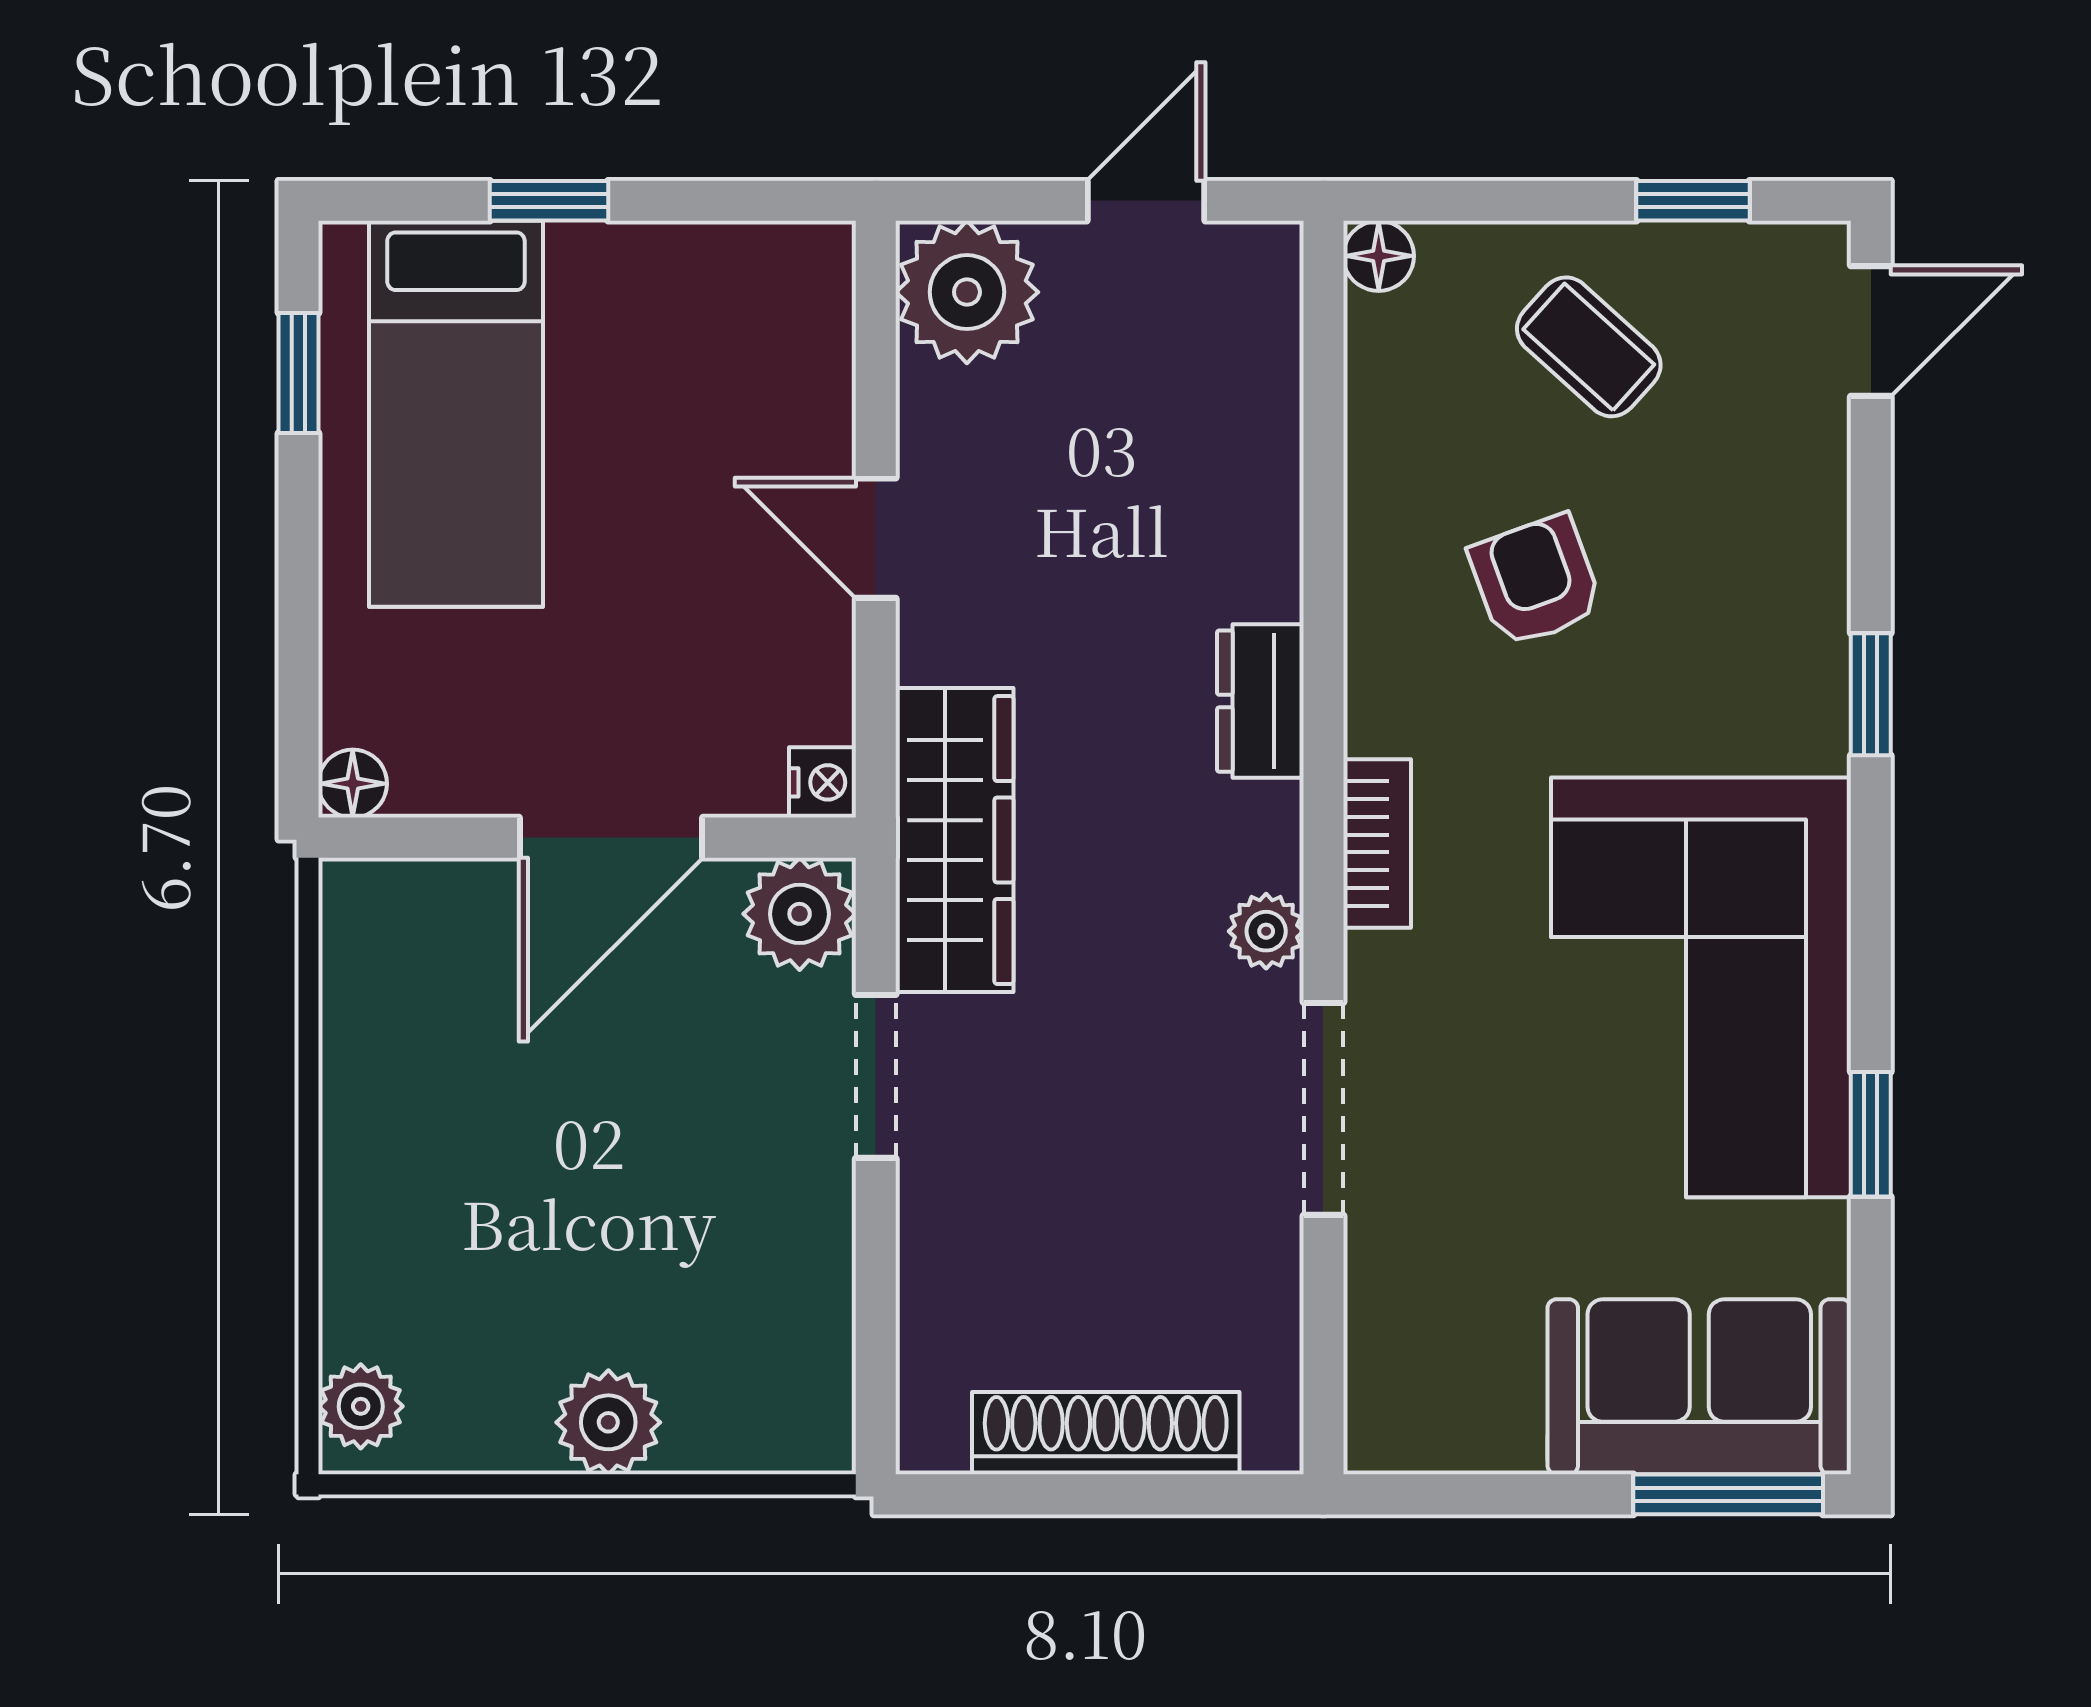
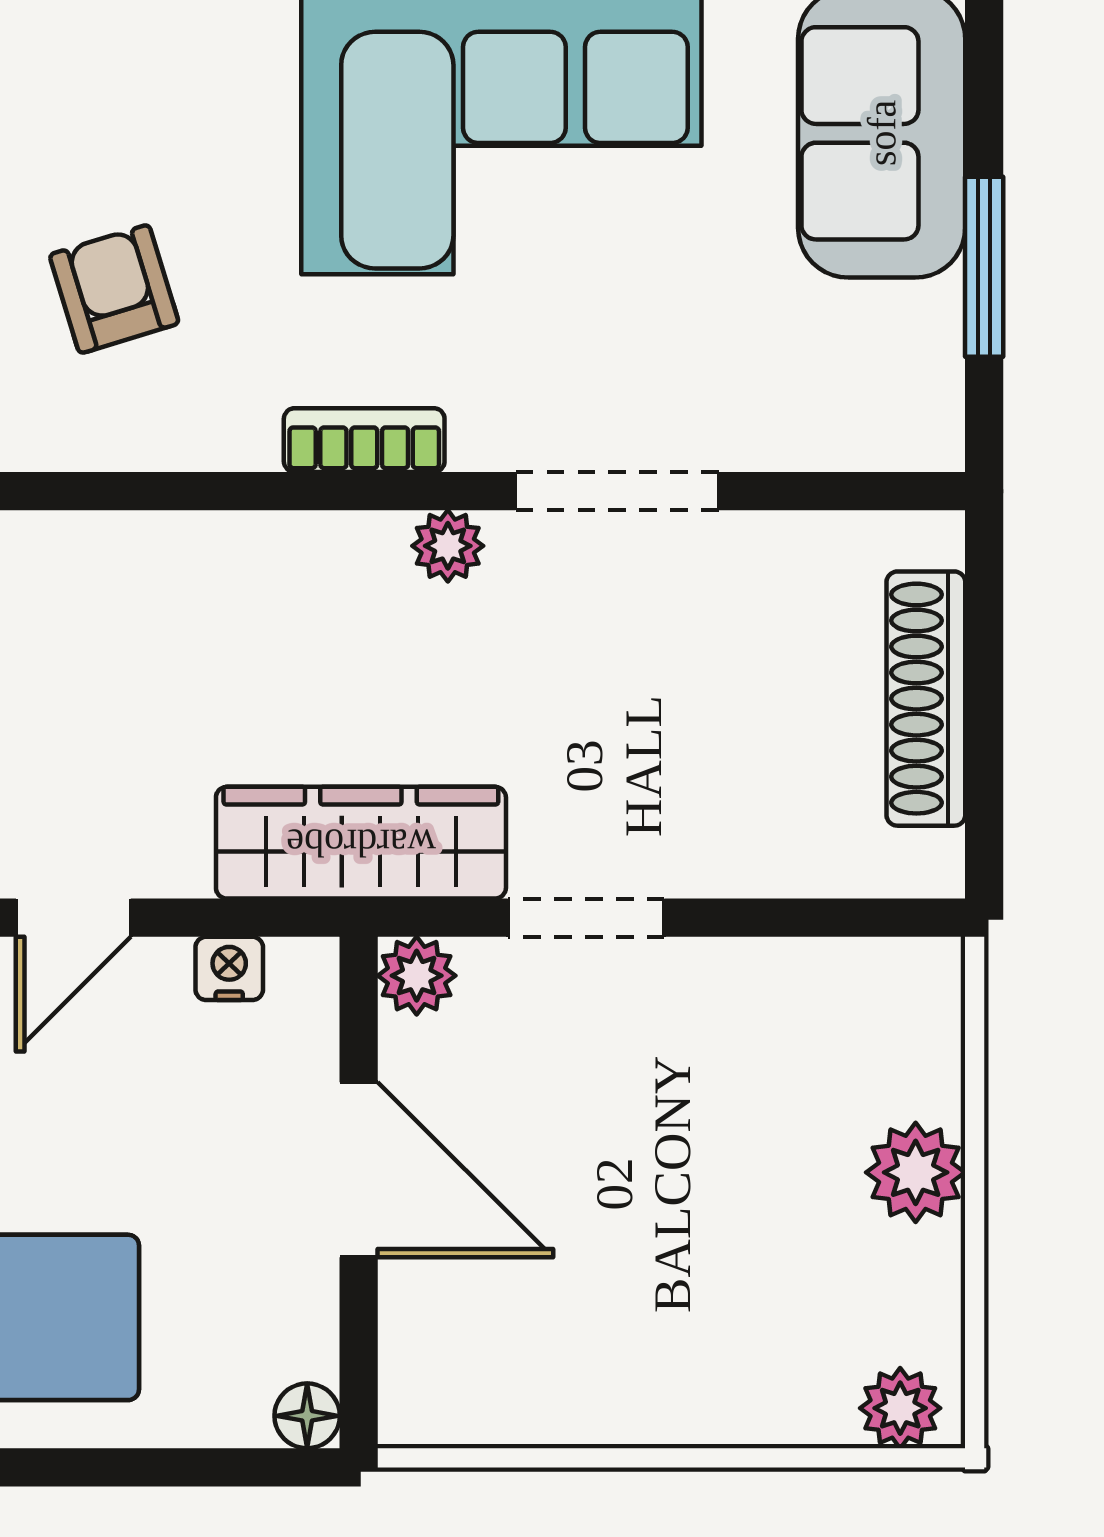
armchair: (1536, 581) -> (114, 289), turned 93
dresser: (1260, 701) -> (229, 551), removed
nightstand: (822, 782) -> (229, 968), moved
plant: (800, 914) -> (417, 976), width x0.73, depth x0.73
window: (1728, 1494) -> (984, 267), moved

